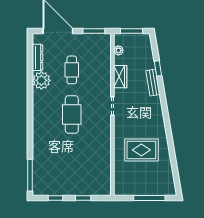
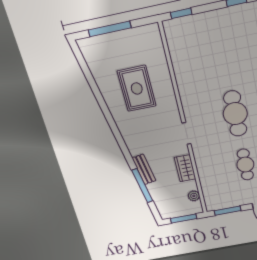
window: (158, 68) -> (142, 186), width x2.17
rug: (141, 150) -> (137, 89), turned 90
window: (83, 198) -> (181, 13), moved

